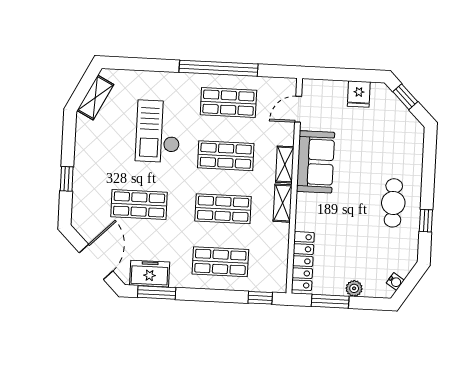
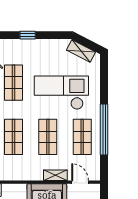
checkout: (158, 131) -> (61, 93), width x1.36, depth x1.21
shelving: (285, 164) -> (55, 175), moved
shelving: (283, 203) -> (19, 175), removed

